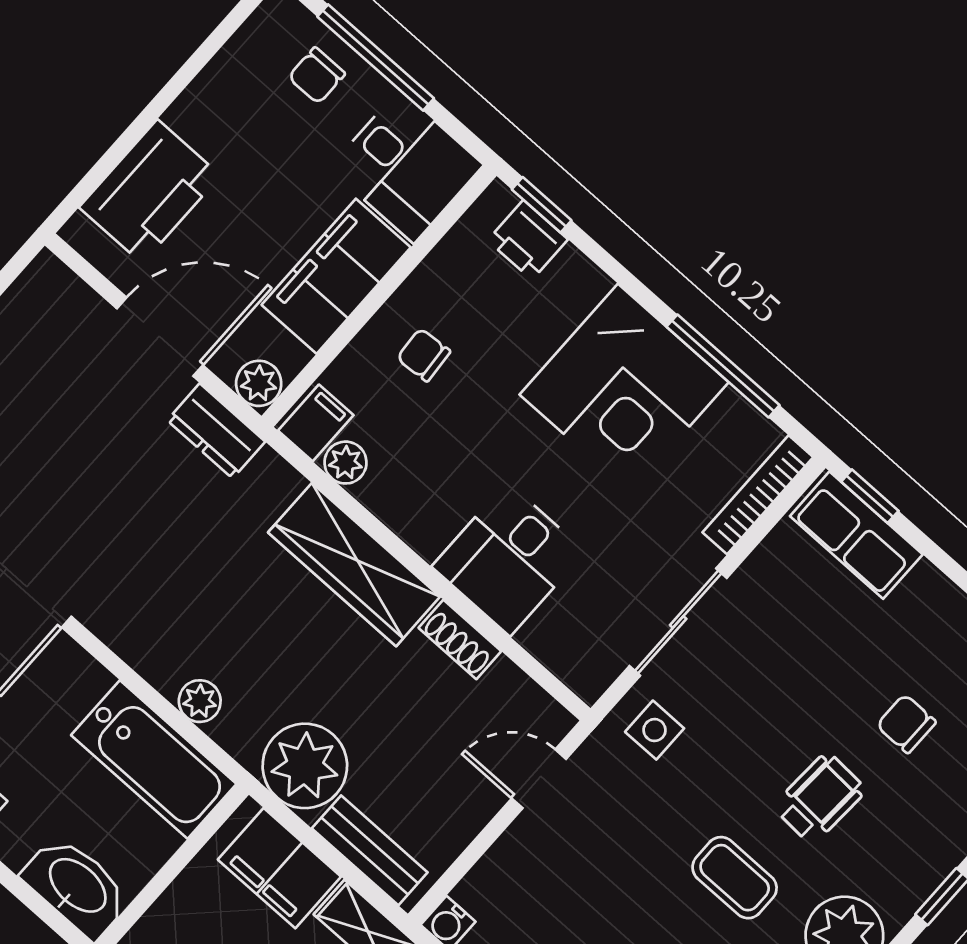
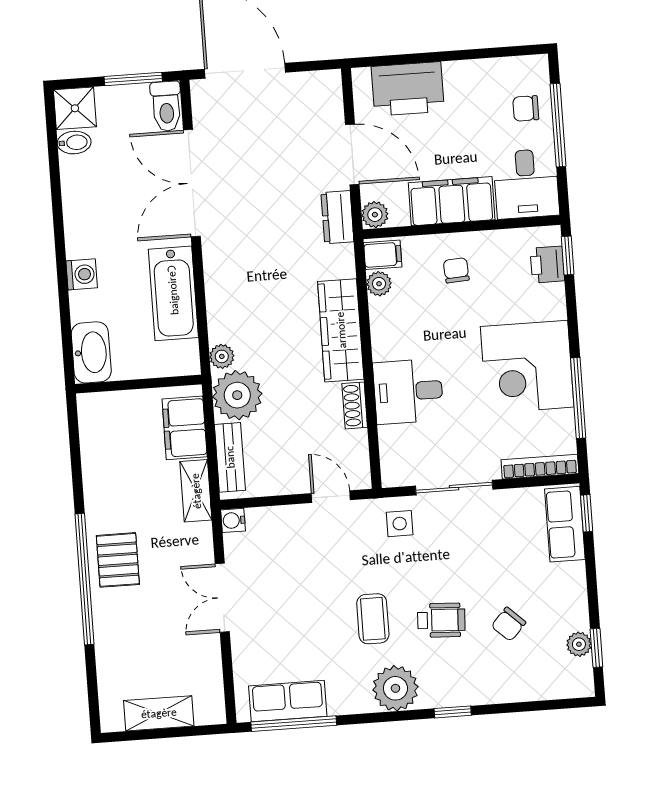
plant: (200, 701) -> (222, 356), moved
chair: (906, 724) -> (509, 624), turned -137
bathtub: (154, 759) -> (173, 293), moved

